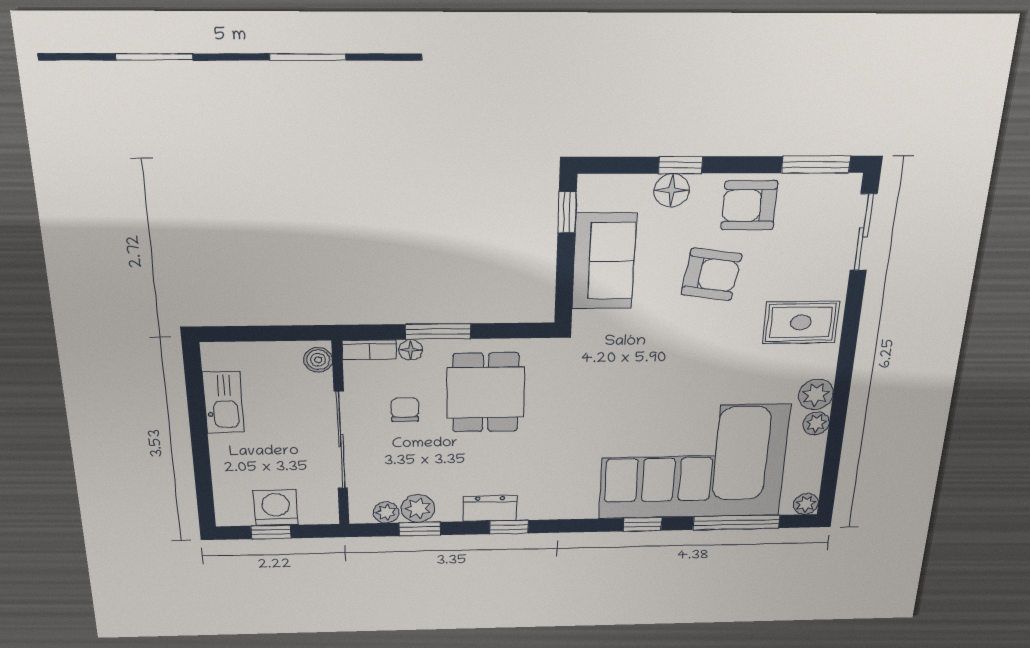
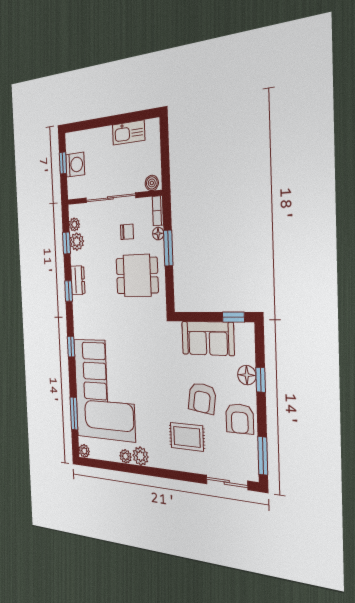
armchair: (749, 205) -> (240, 419), turned 180
rug: (801, 322) -> (187, 437), moved, turned 90
window: (736, 522) -> (74, 414), width x0.69
window: (643, 524) -> (71, 347), moved

